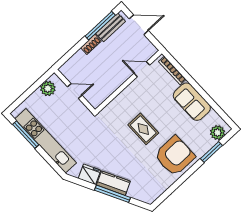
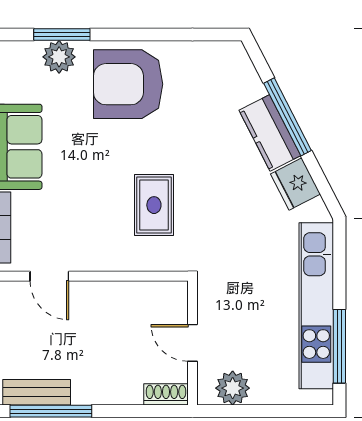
shoe rack: (91, 44) -> (166, 394), moved
rug: (143, 129) -> (154, 205), moved
plant: (217, 133) -> (59, 57), moved

